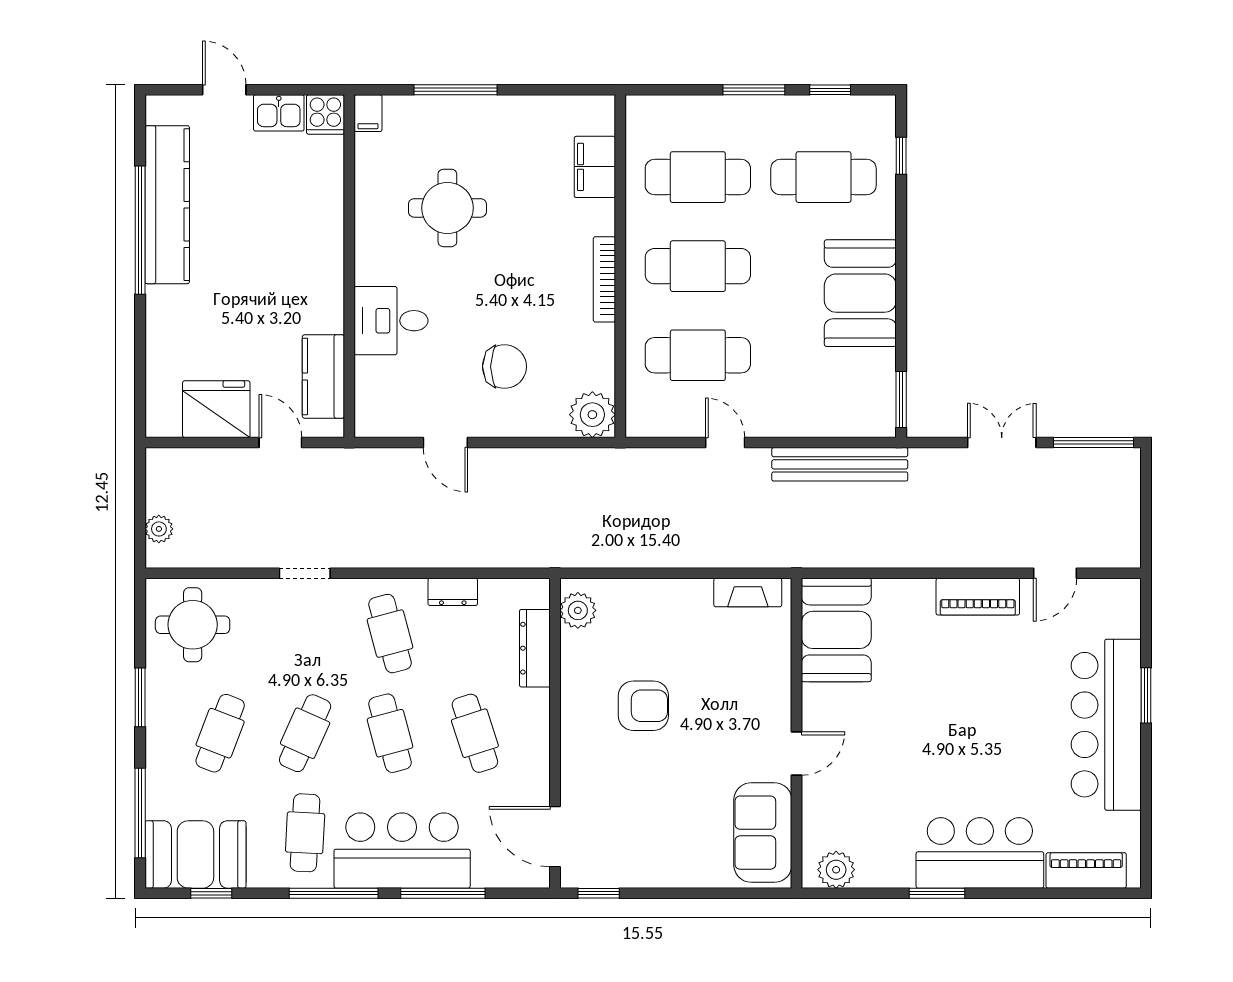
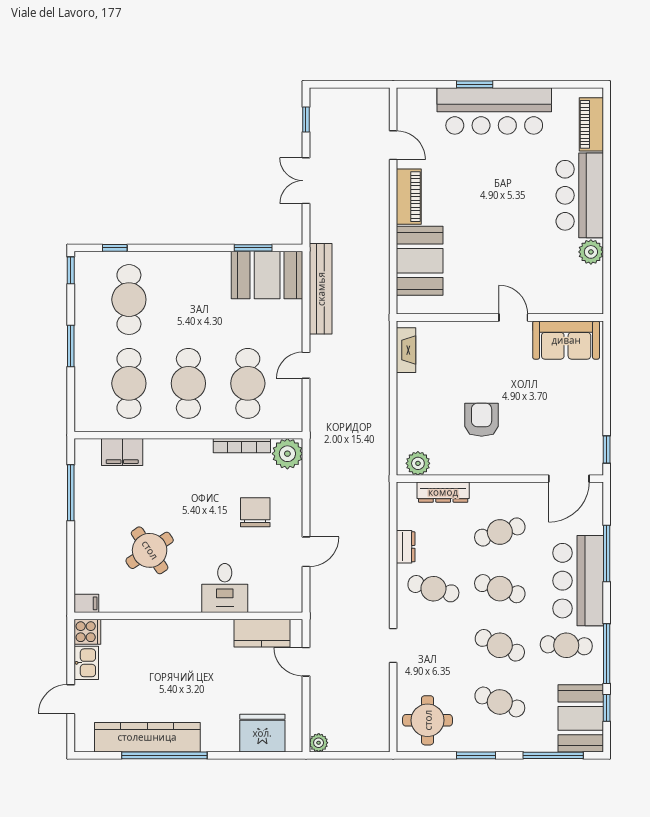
window: (455, 90) -> (71, 493), moved
window: (830, 90) -> (71, 270), moved
round table: (447, 208) -> (150, 550), turned -34
bookcase: (604, 279) -> (242, 446), moved
booth: (860, 293) -> (267, 275), moved
window: (901, 399) -> (253, 248), moved
fridge: (216, 409) -> (262, 733), moved, turned 90
door: (280, 443) -> (306, 662), hinge flipped
window: (1093, 443) -> (306, 119), width x0.46
plant: (159, 529) -> (319, 743), moved
booth: (836, 630) -> (420, 261), moved, turned 90
cafe table: (390, 634) -> (433, 589), turned 30
cafe table: (390, 733) -> (500, 589), turned 33
plant: (836, 870) -> (591, 252), moved
window: (334, 893) -> (607, 654), moved
window: (937, 893) -> (607, 224), removed

